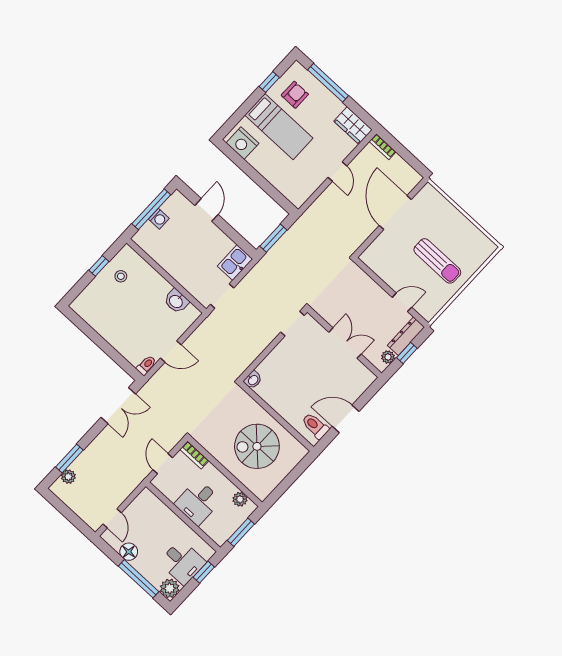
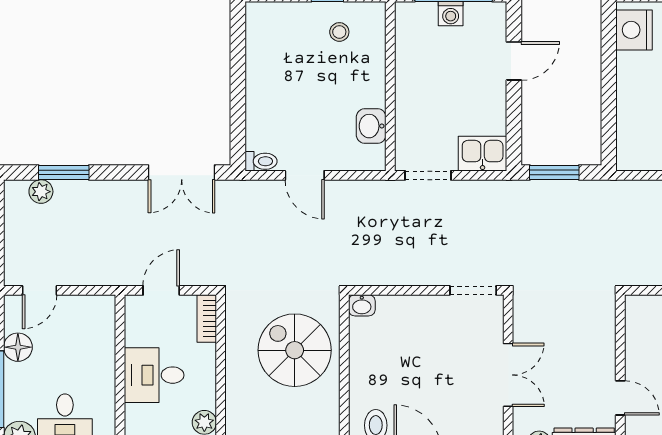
spiral stairs: (257, 446) -> (295, 350), moved

